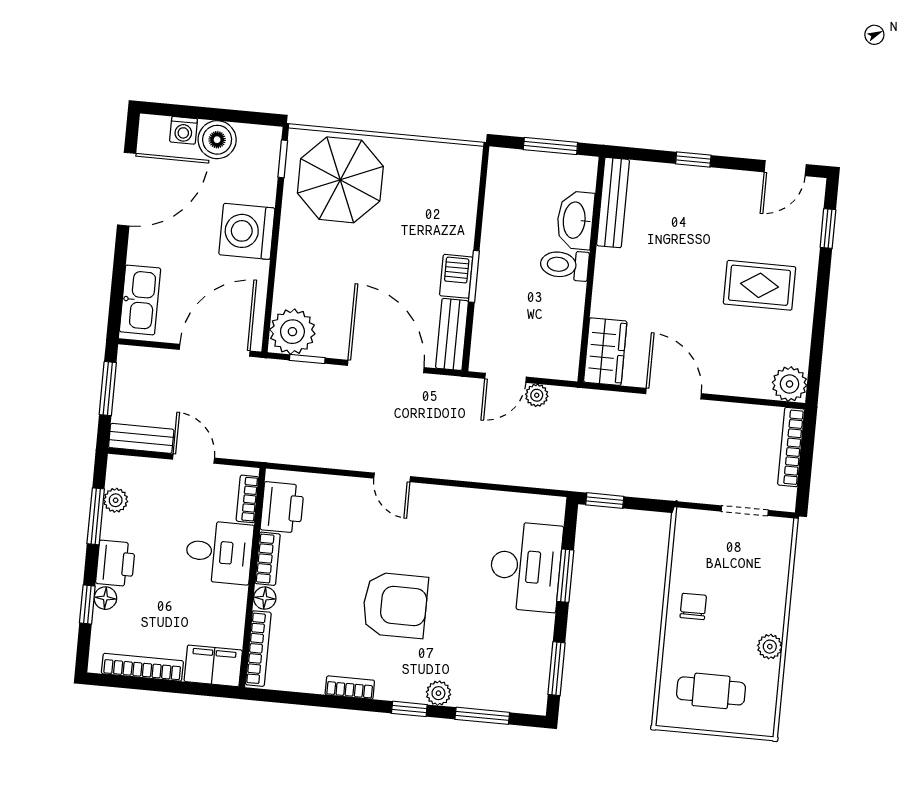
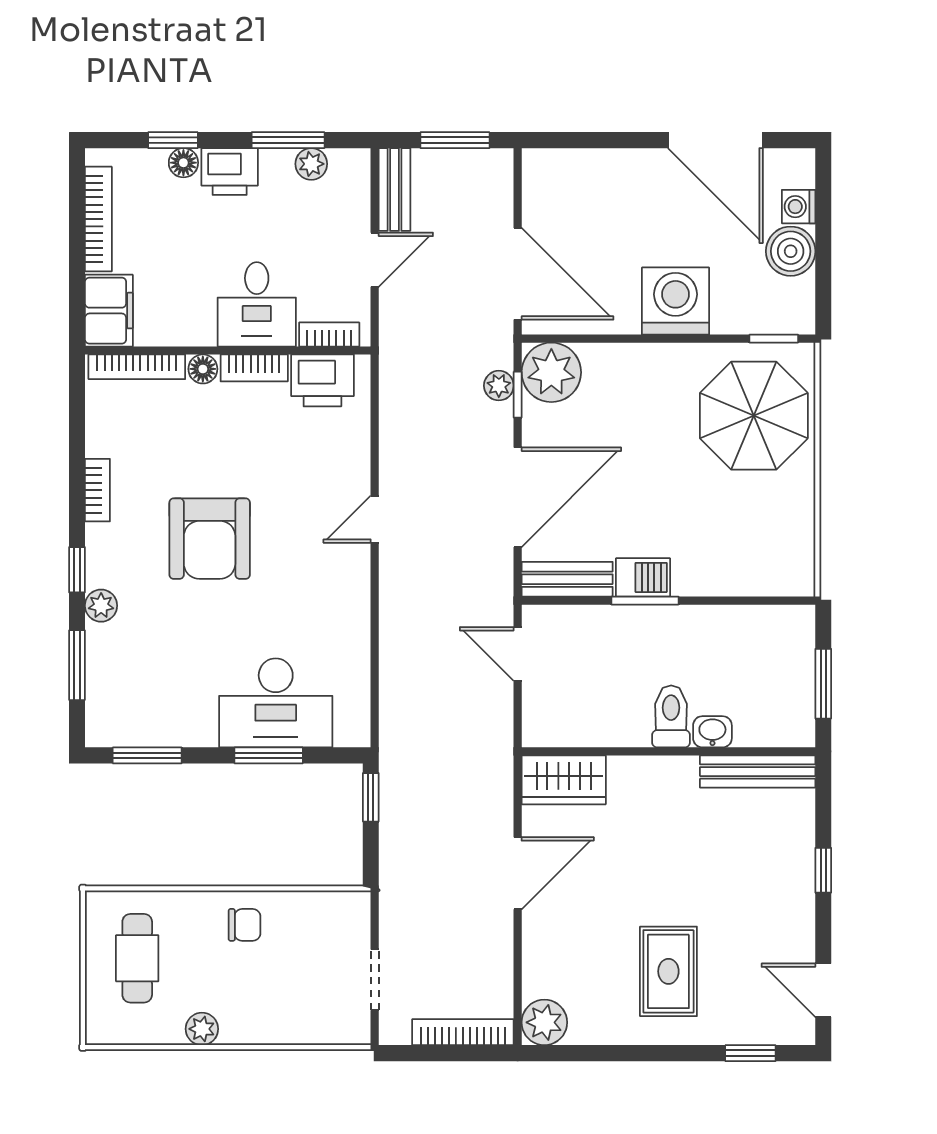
washbasin: (575, 220) -> (712, 732), width x0.52, depth x0.69
kitchen sink: (140, 300) -> (574, 171), removed
plant: (537, 395) -> (499, 386), moved

